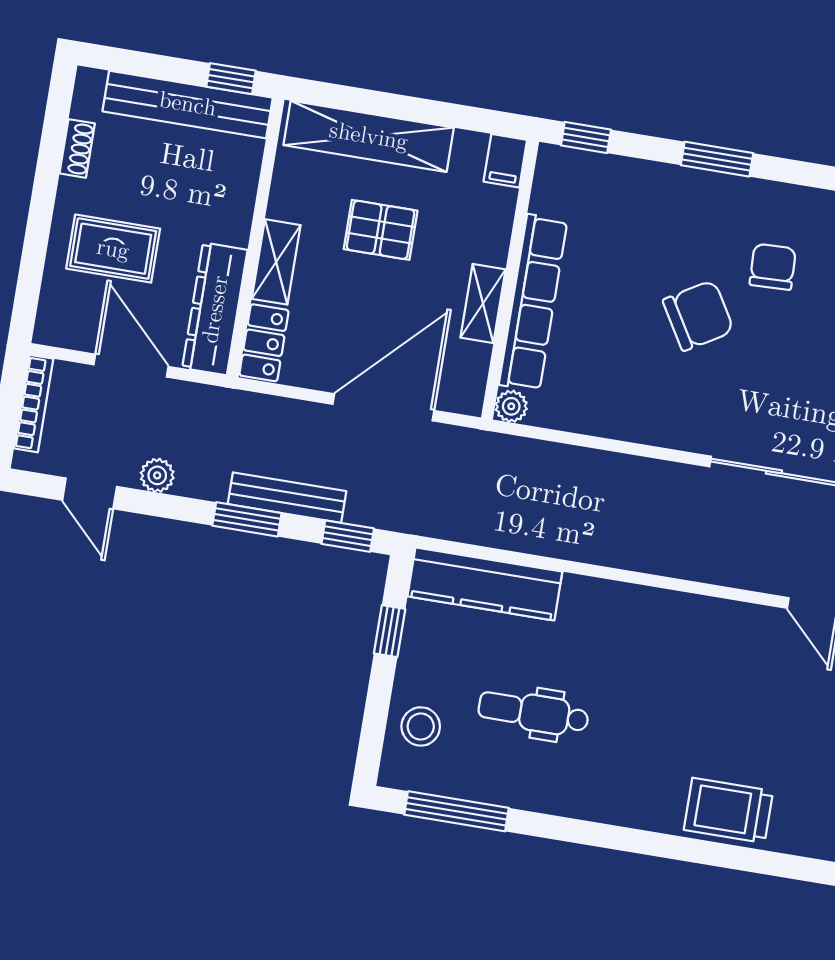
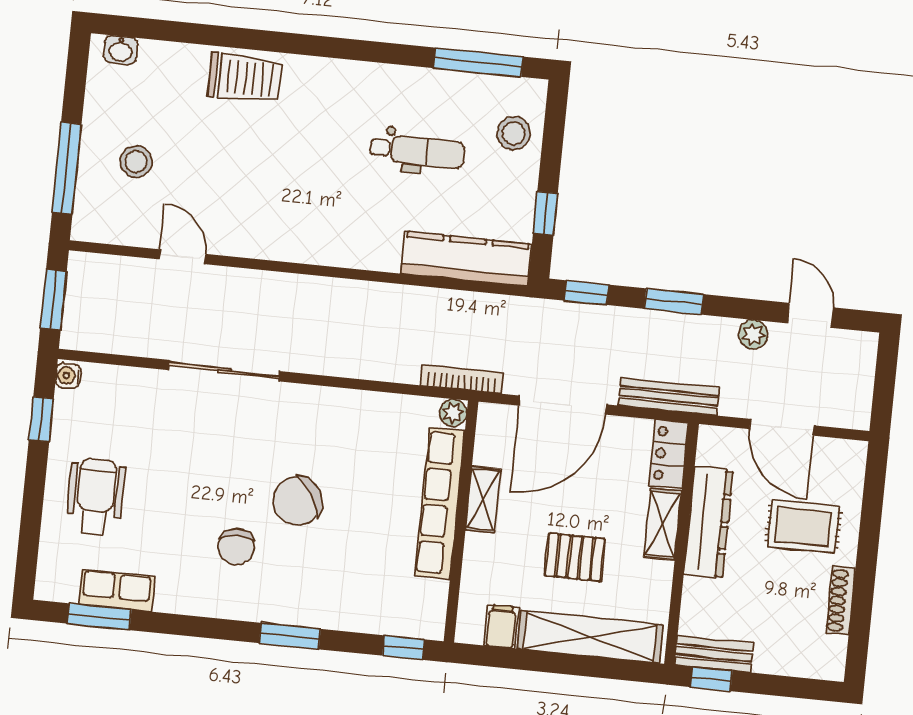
bench: (188, 104) -> (714, 654), width x0.54, depth x0.82
shoe rack: (77, 148) -> (841, 601), width x1.43
filing cabinet: (505, 161) -> (501, 626), moved
dresser: (215, 309) -> (708, 523), moved
bookcase: (34, 404) -> (462, 379), moved, turned 90
bench: (287, 498) -> (669, 397), moved

